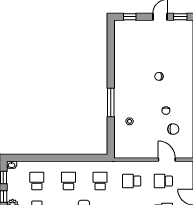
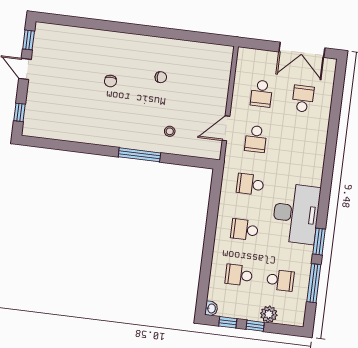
chair: (173, 129) -> (189, 70), removed
door: (167, 160) -> (226, 128), moved

